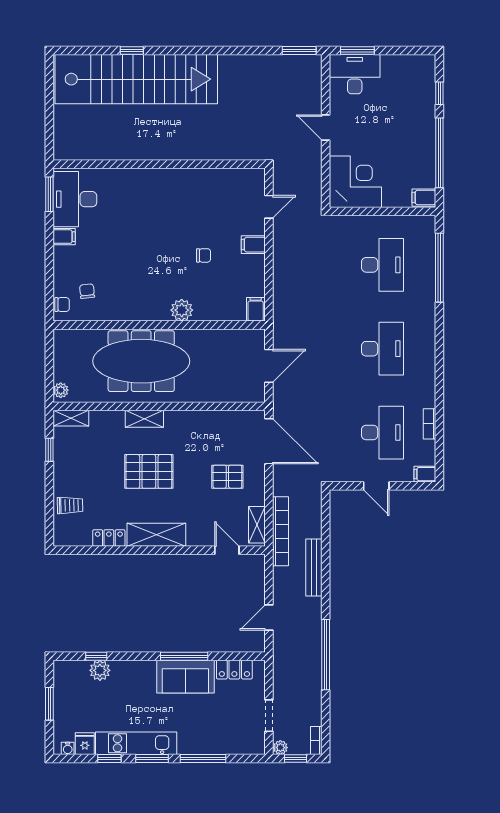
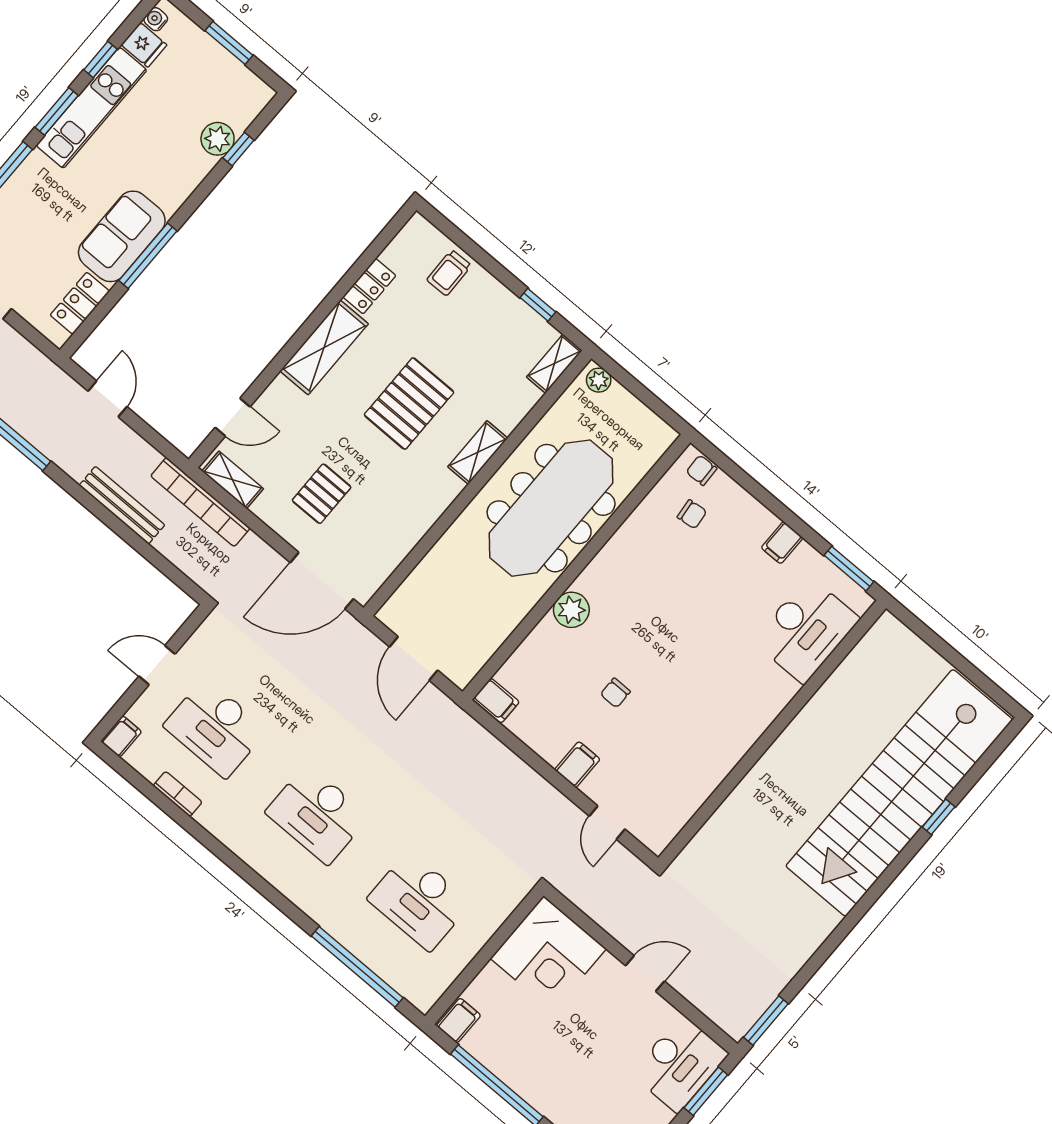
desk: (75, 199) -> (806, 630), moved, turned 90
chair: (62, 305) -> (702, 470), turned 88

